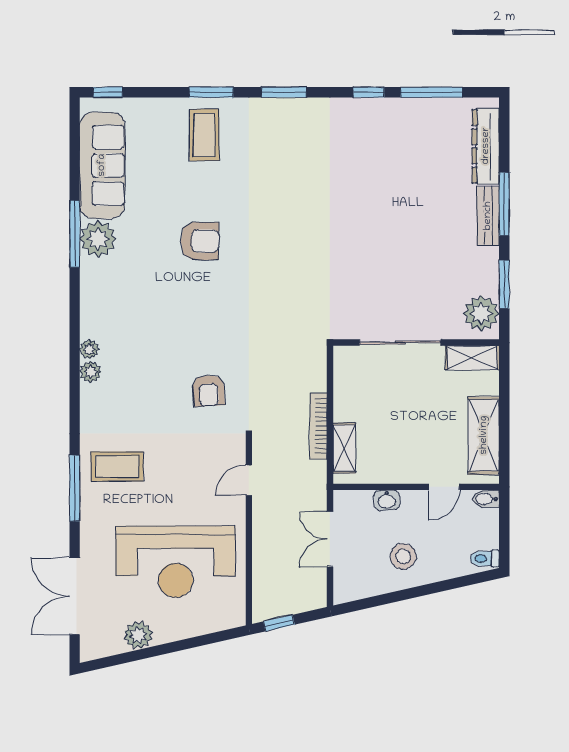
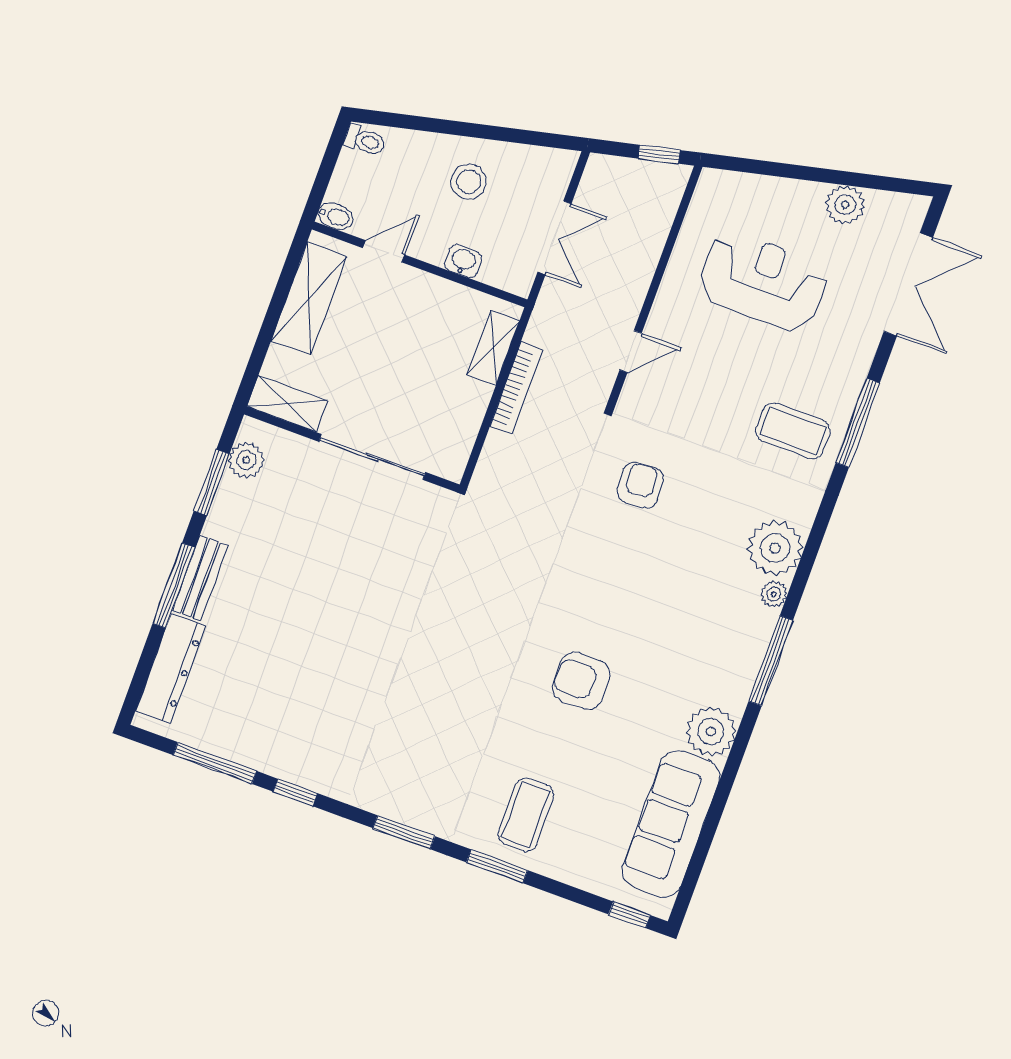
window: (75, 234) -> (771, 661), moved
plant: (481, 313) -> (246, 460), width x0.73, depth x0.73
plant: (91, 372) -> (775, 548), width x1.87, depth x1.87
reception desk: (176, 562) -> (763, 281), width x0.74, depth x0.77

